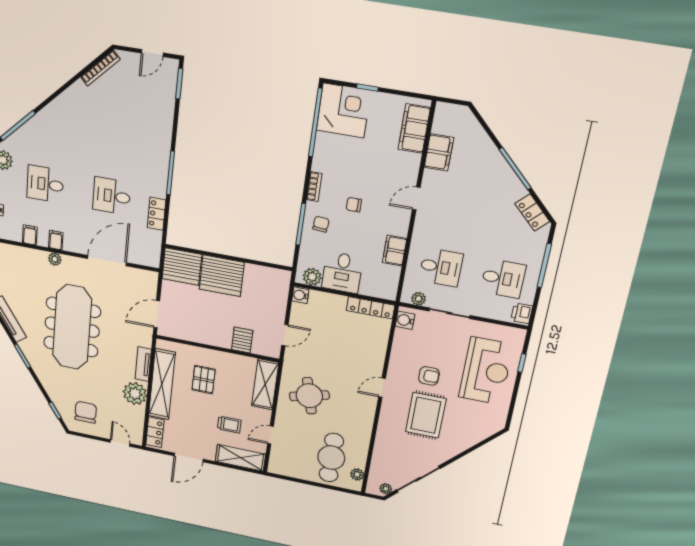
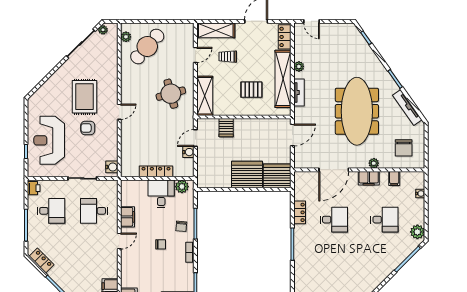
door: (416, 198) -> (119, 241), moved
filing cabinet: (56, 240) -> (369, 178), width x2.00
desk: (503, 278) -> (51, 211), turned 180
water cooler: (300, 295) -> (188, 152), moved
plant: (419, 299) -> (105, 185), removed
locker: (370, 308) -> (156, 171), moved
pallet: (204, 380) -> (251, 90), turned 90
plant: (135, 394) -> (299, 66), width x0.53, depth x0.53
chair: (86, 412) -> (404, 148), moved
cafe table: (331, 458) -> (147, 46), turned 42

